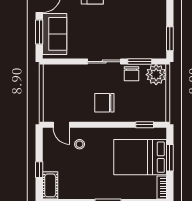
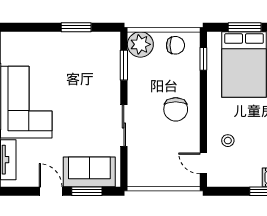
window: (170, 39) -> (76, 27), moved
sliding door: (104, 62) -> (124, 126), moved
chair: (131, 74) -> (175, 45), moved
door: (61, 125) -> (203, 163), swing flipped

